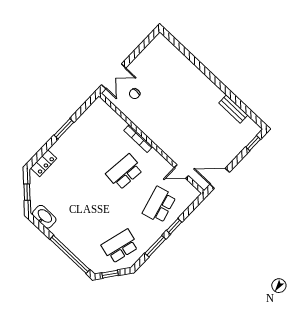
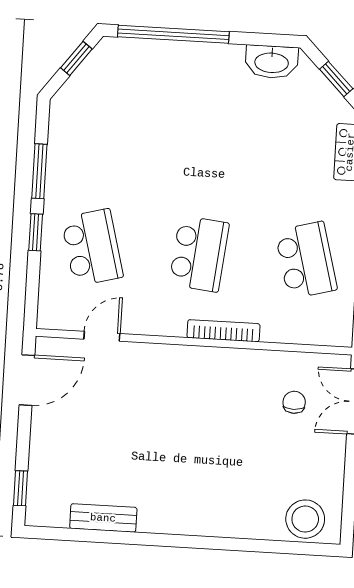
stool: (164, 50) -> (305, 519), added
school desk: (120, 246) -> (306, 260), moved, turned -30

